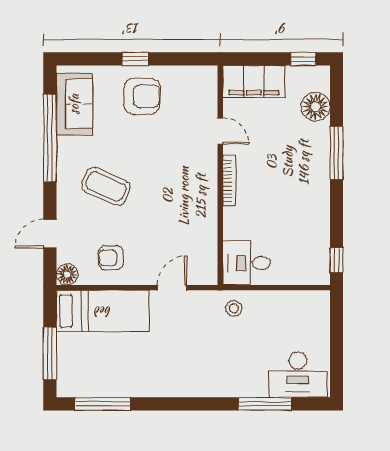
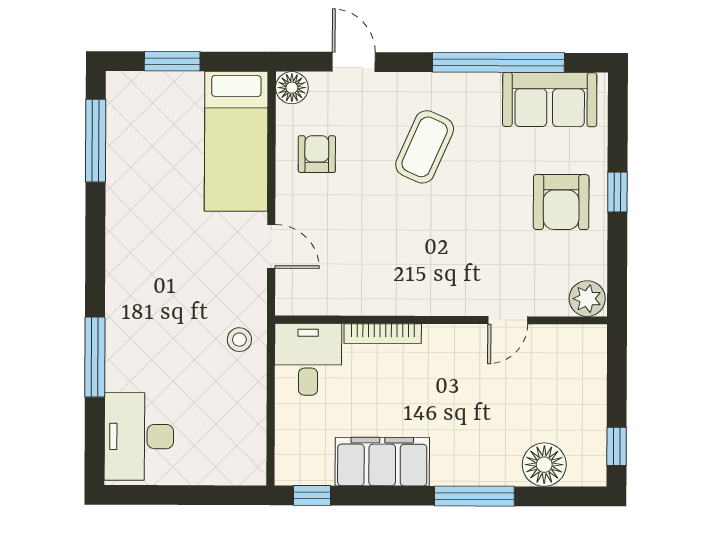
plant: (206, 79) -> (587, 299), added
filing cabinet: (254, 82) -> (382, 462), moved, turned 90
bookcase: (229, 181) -> (383, 334), moved
window: (50, 353) -> (172, 61), width x0.69
window: (265, 404) -> (95, 357), moved

